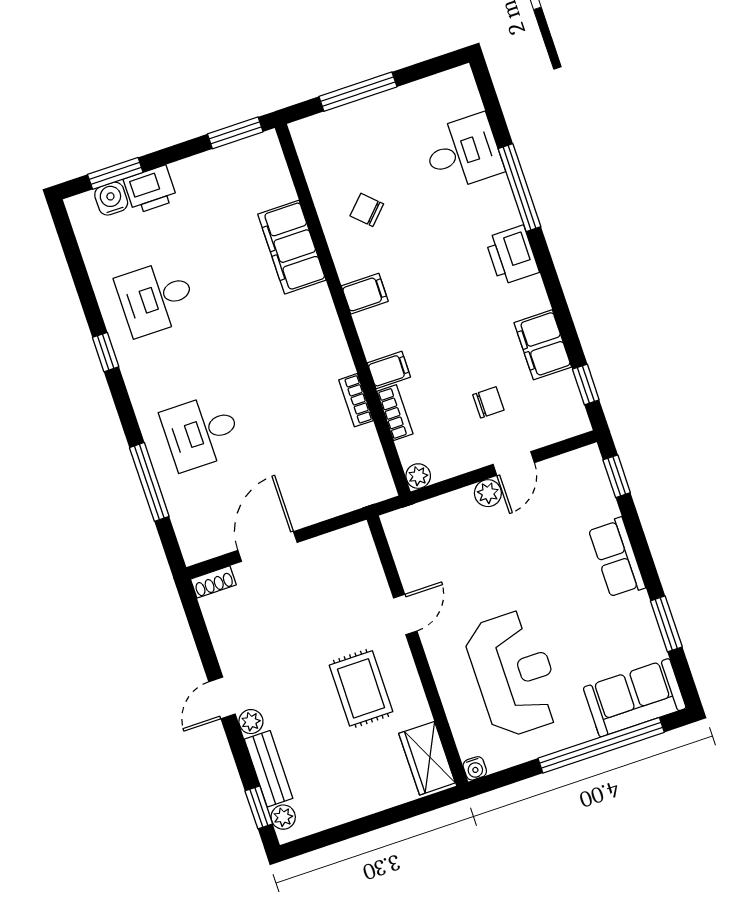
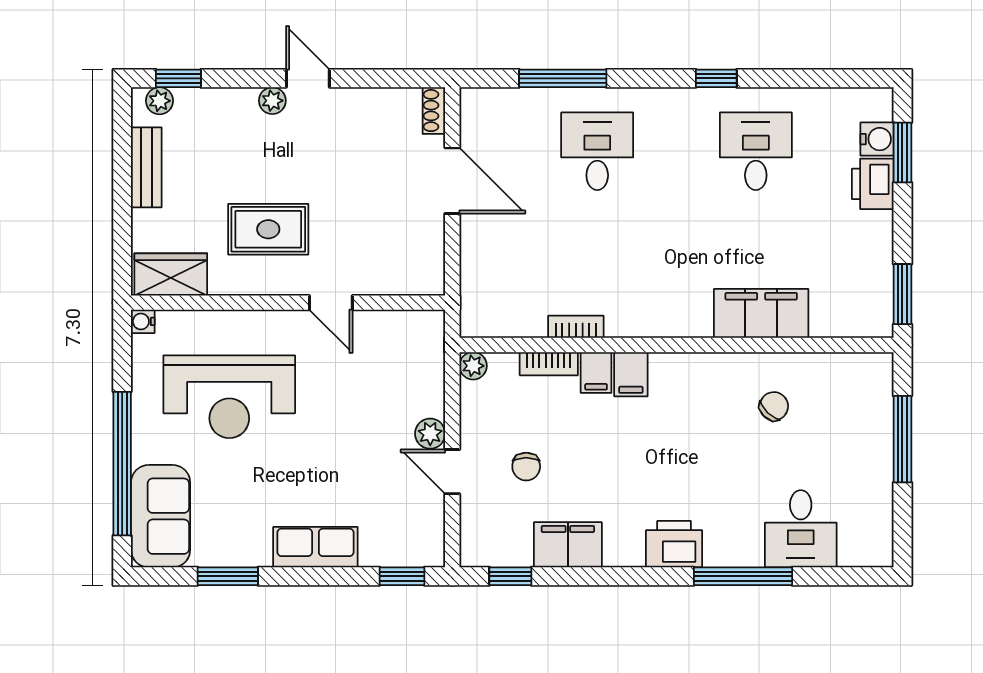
filing cabinet: (365, 294) -> (631, 374), moved
bench: (269, 769) -> (146, 167), moved, turned 90

